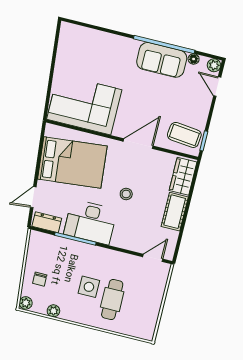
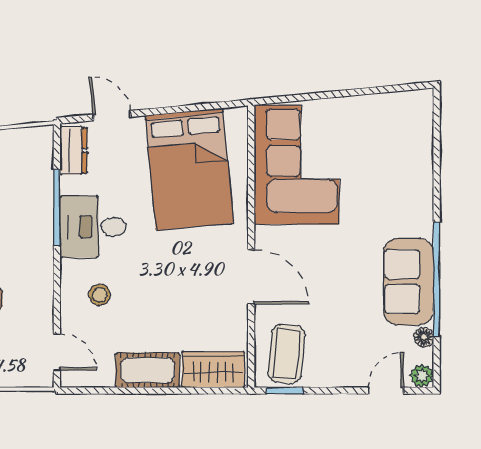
stool: (126, 194) -> (100, 295), moved
desk: (90, 222) -> (93, 227), width x0.73

